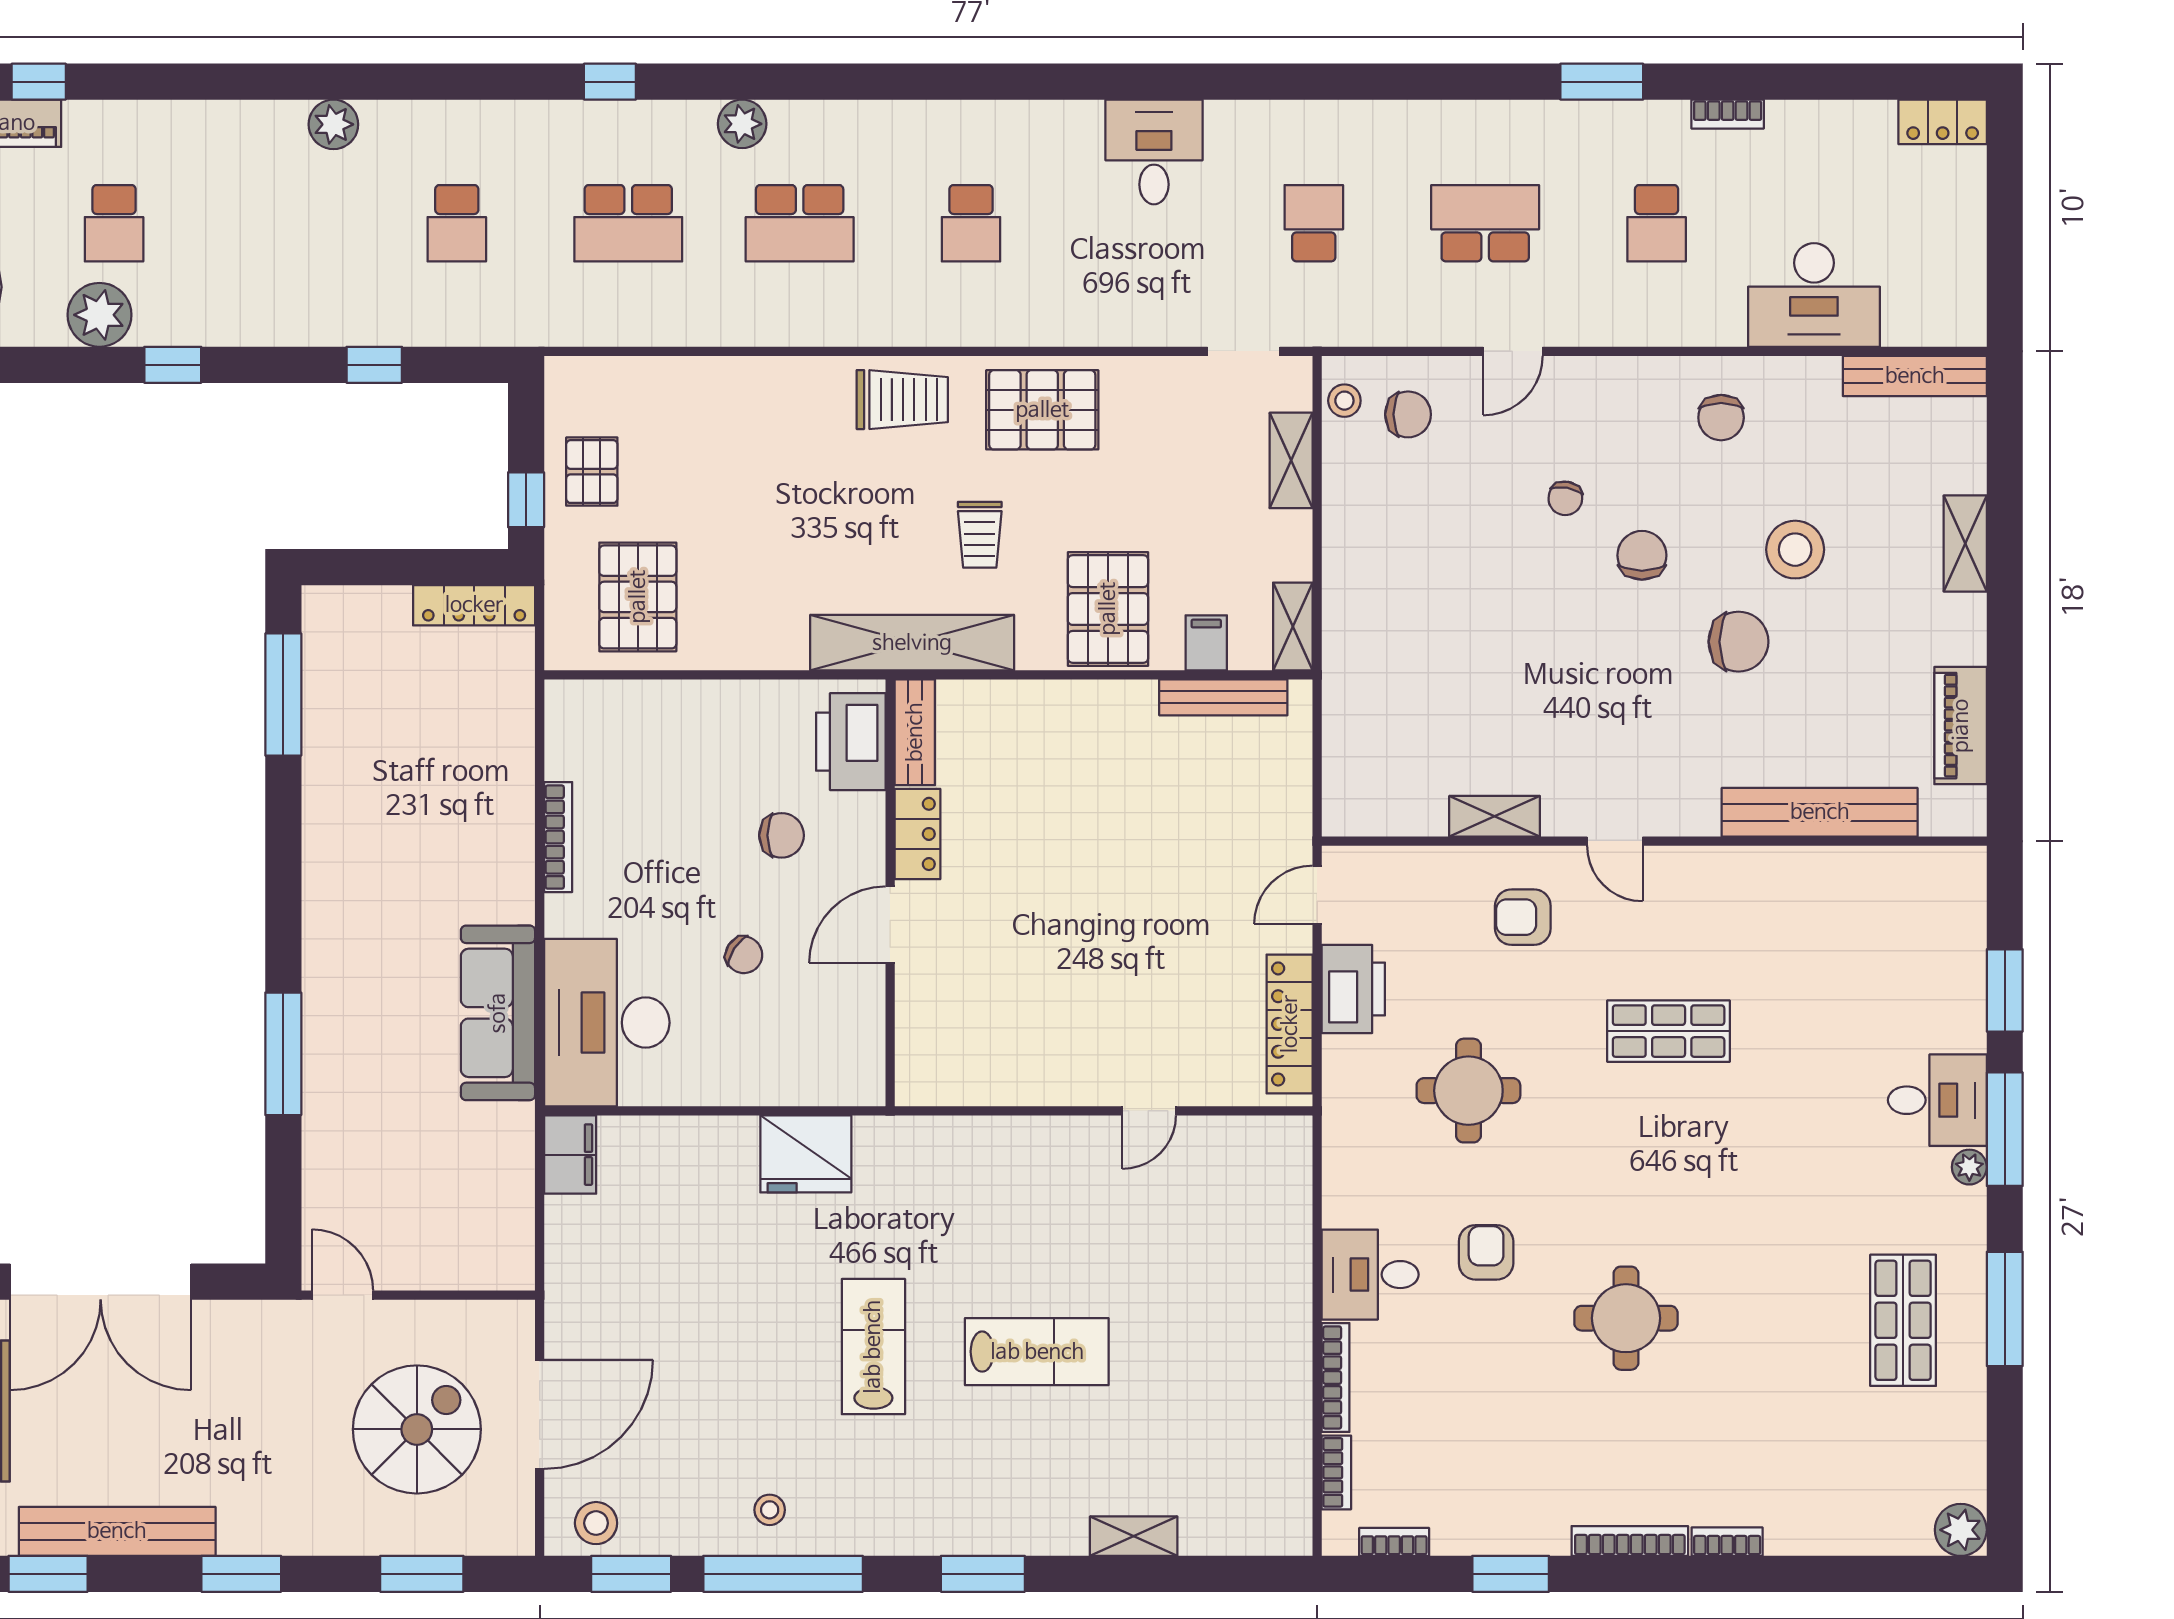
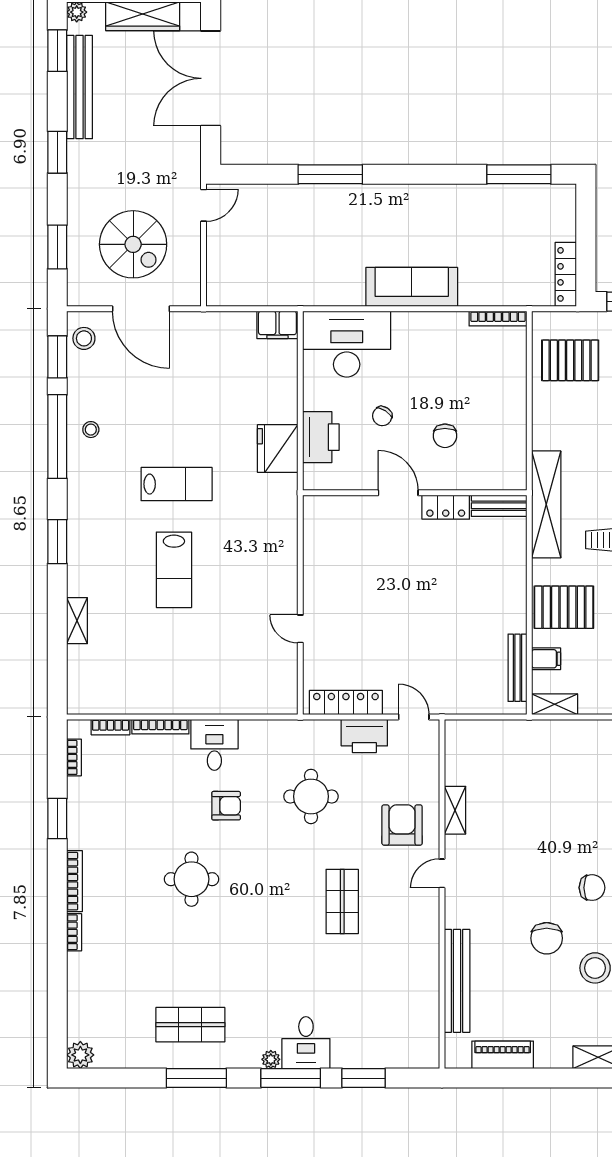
printer: (851, 742) -> (321, 437), moved, turned 90
bookcase: (558, 837) -> (498, 319), moved
armchair: (1523, 917) -> (402, 825), width x1.38, depth x1.38
sofa: (498, 1013) -> (412, 287), moved

